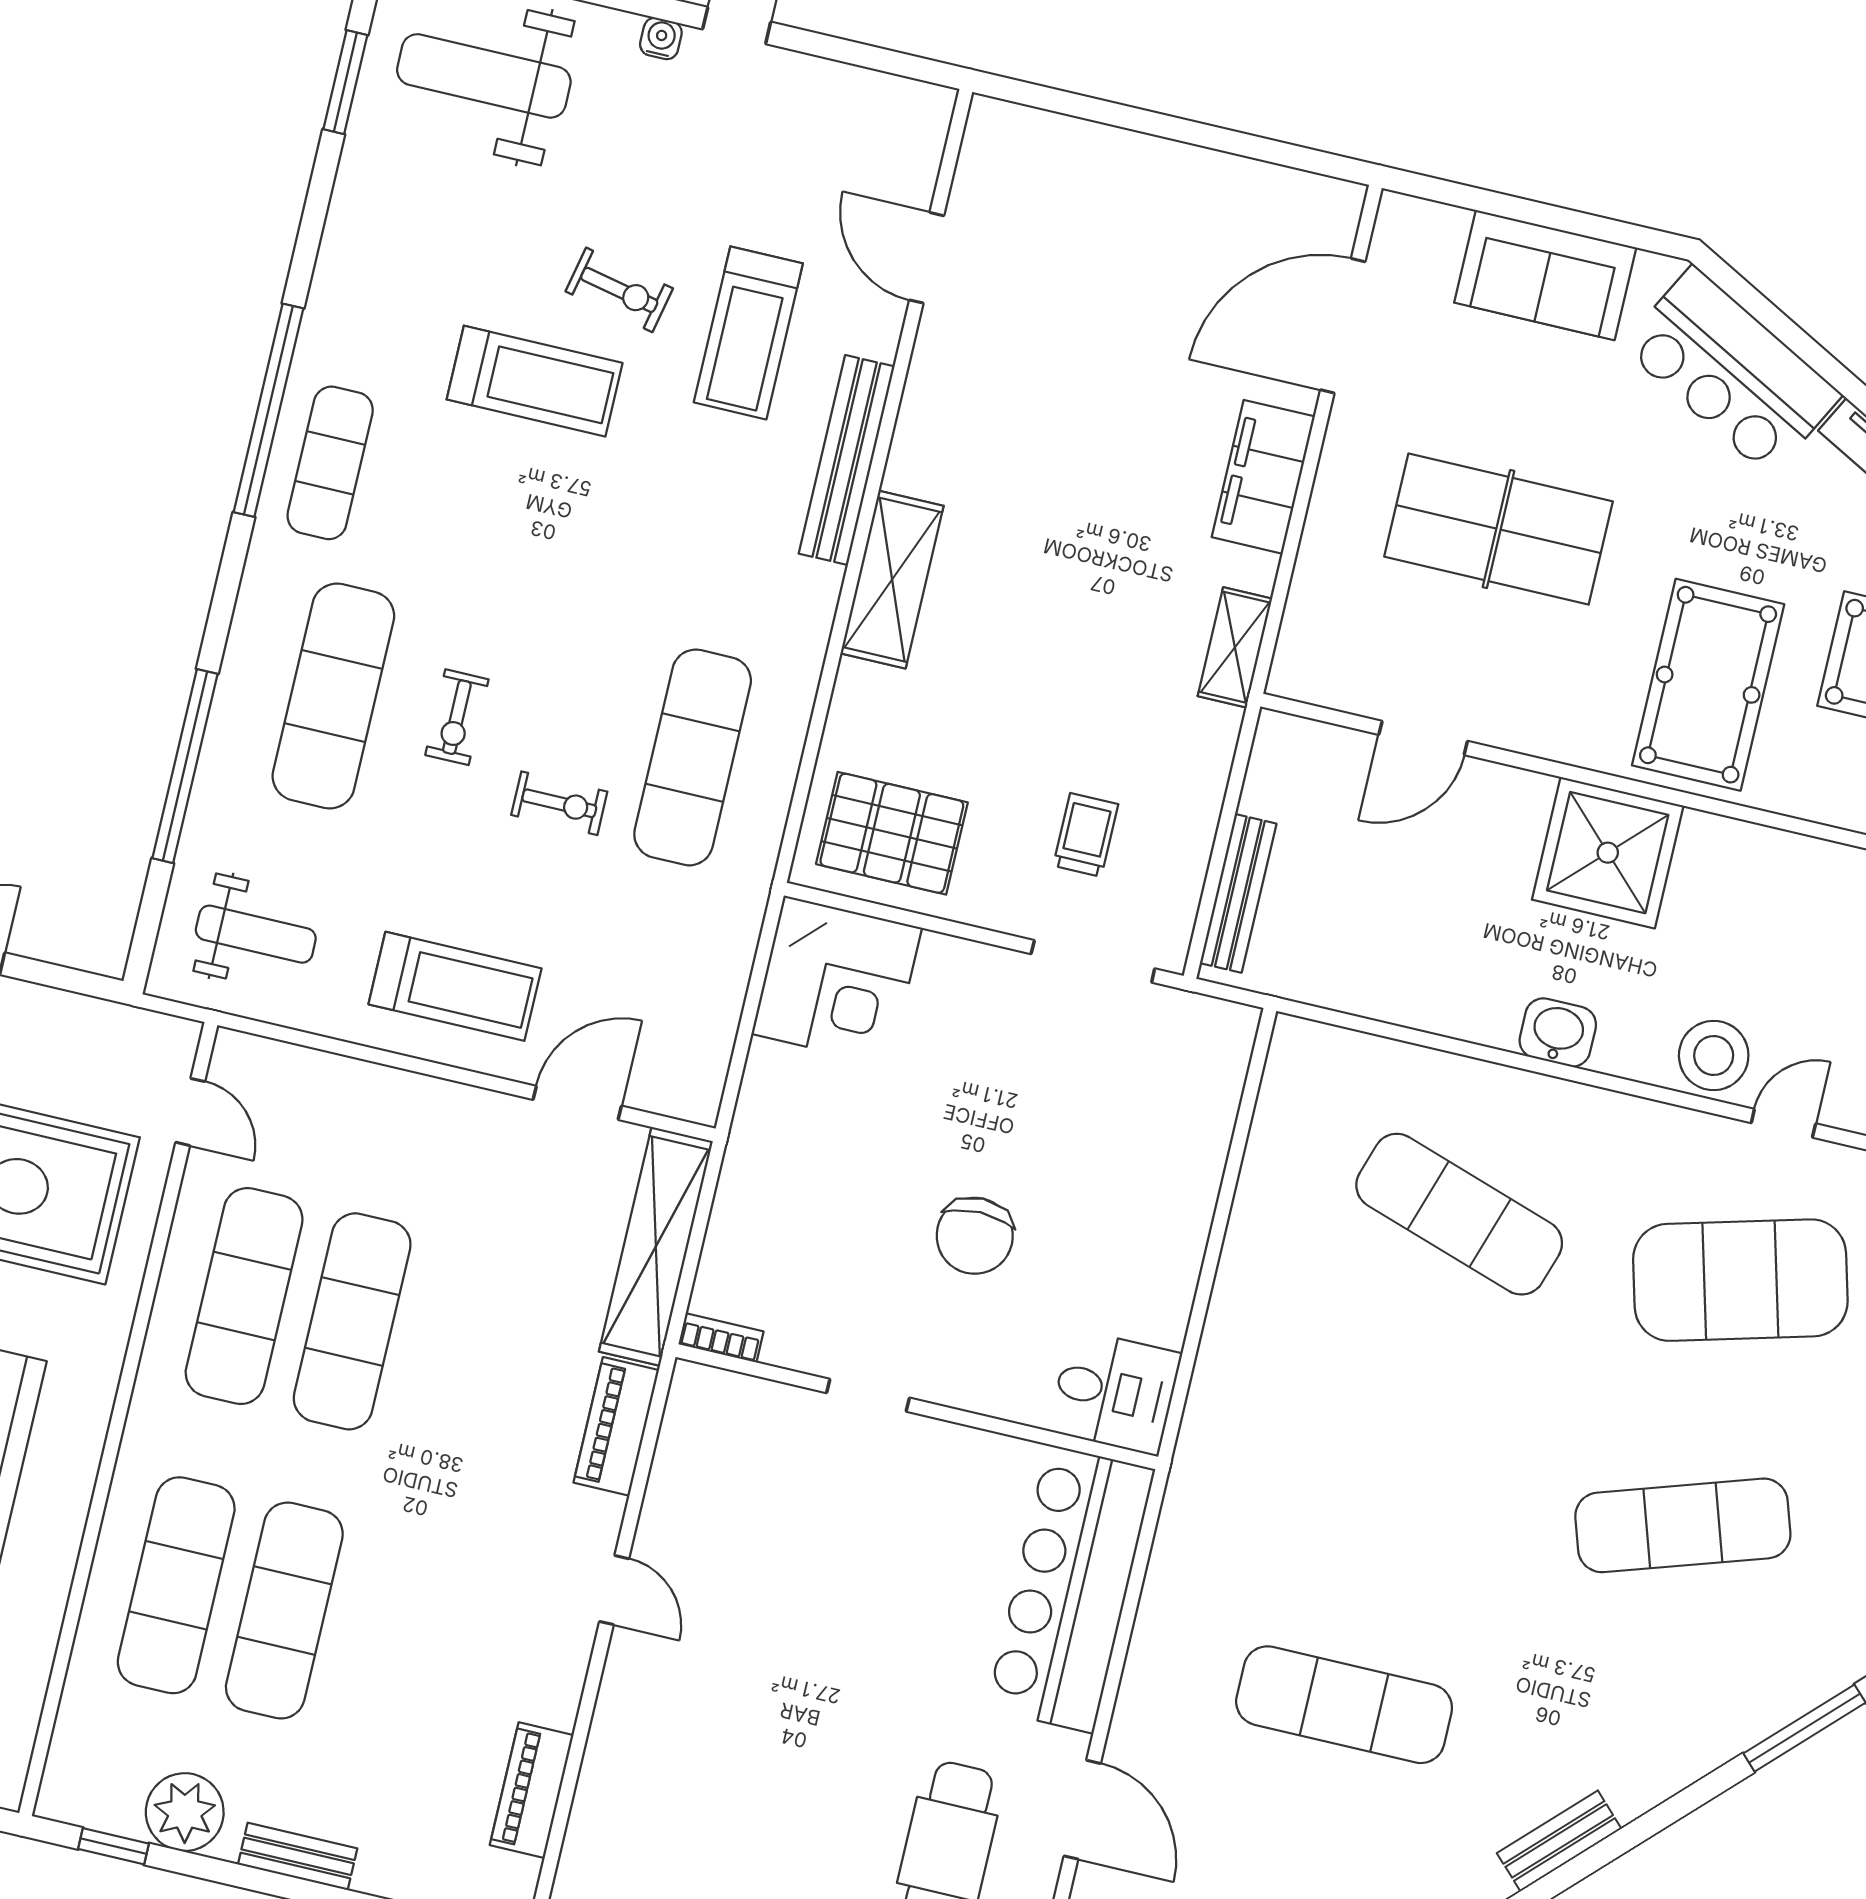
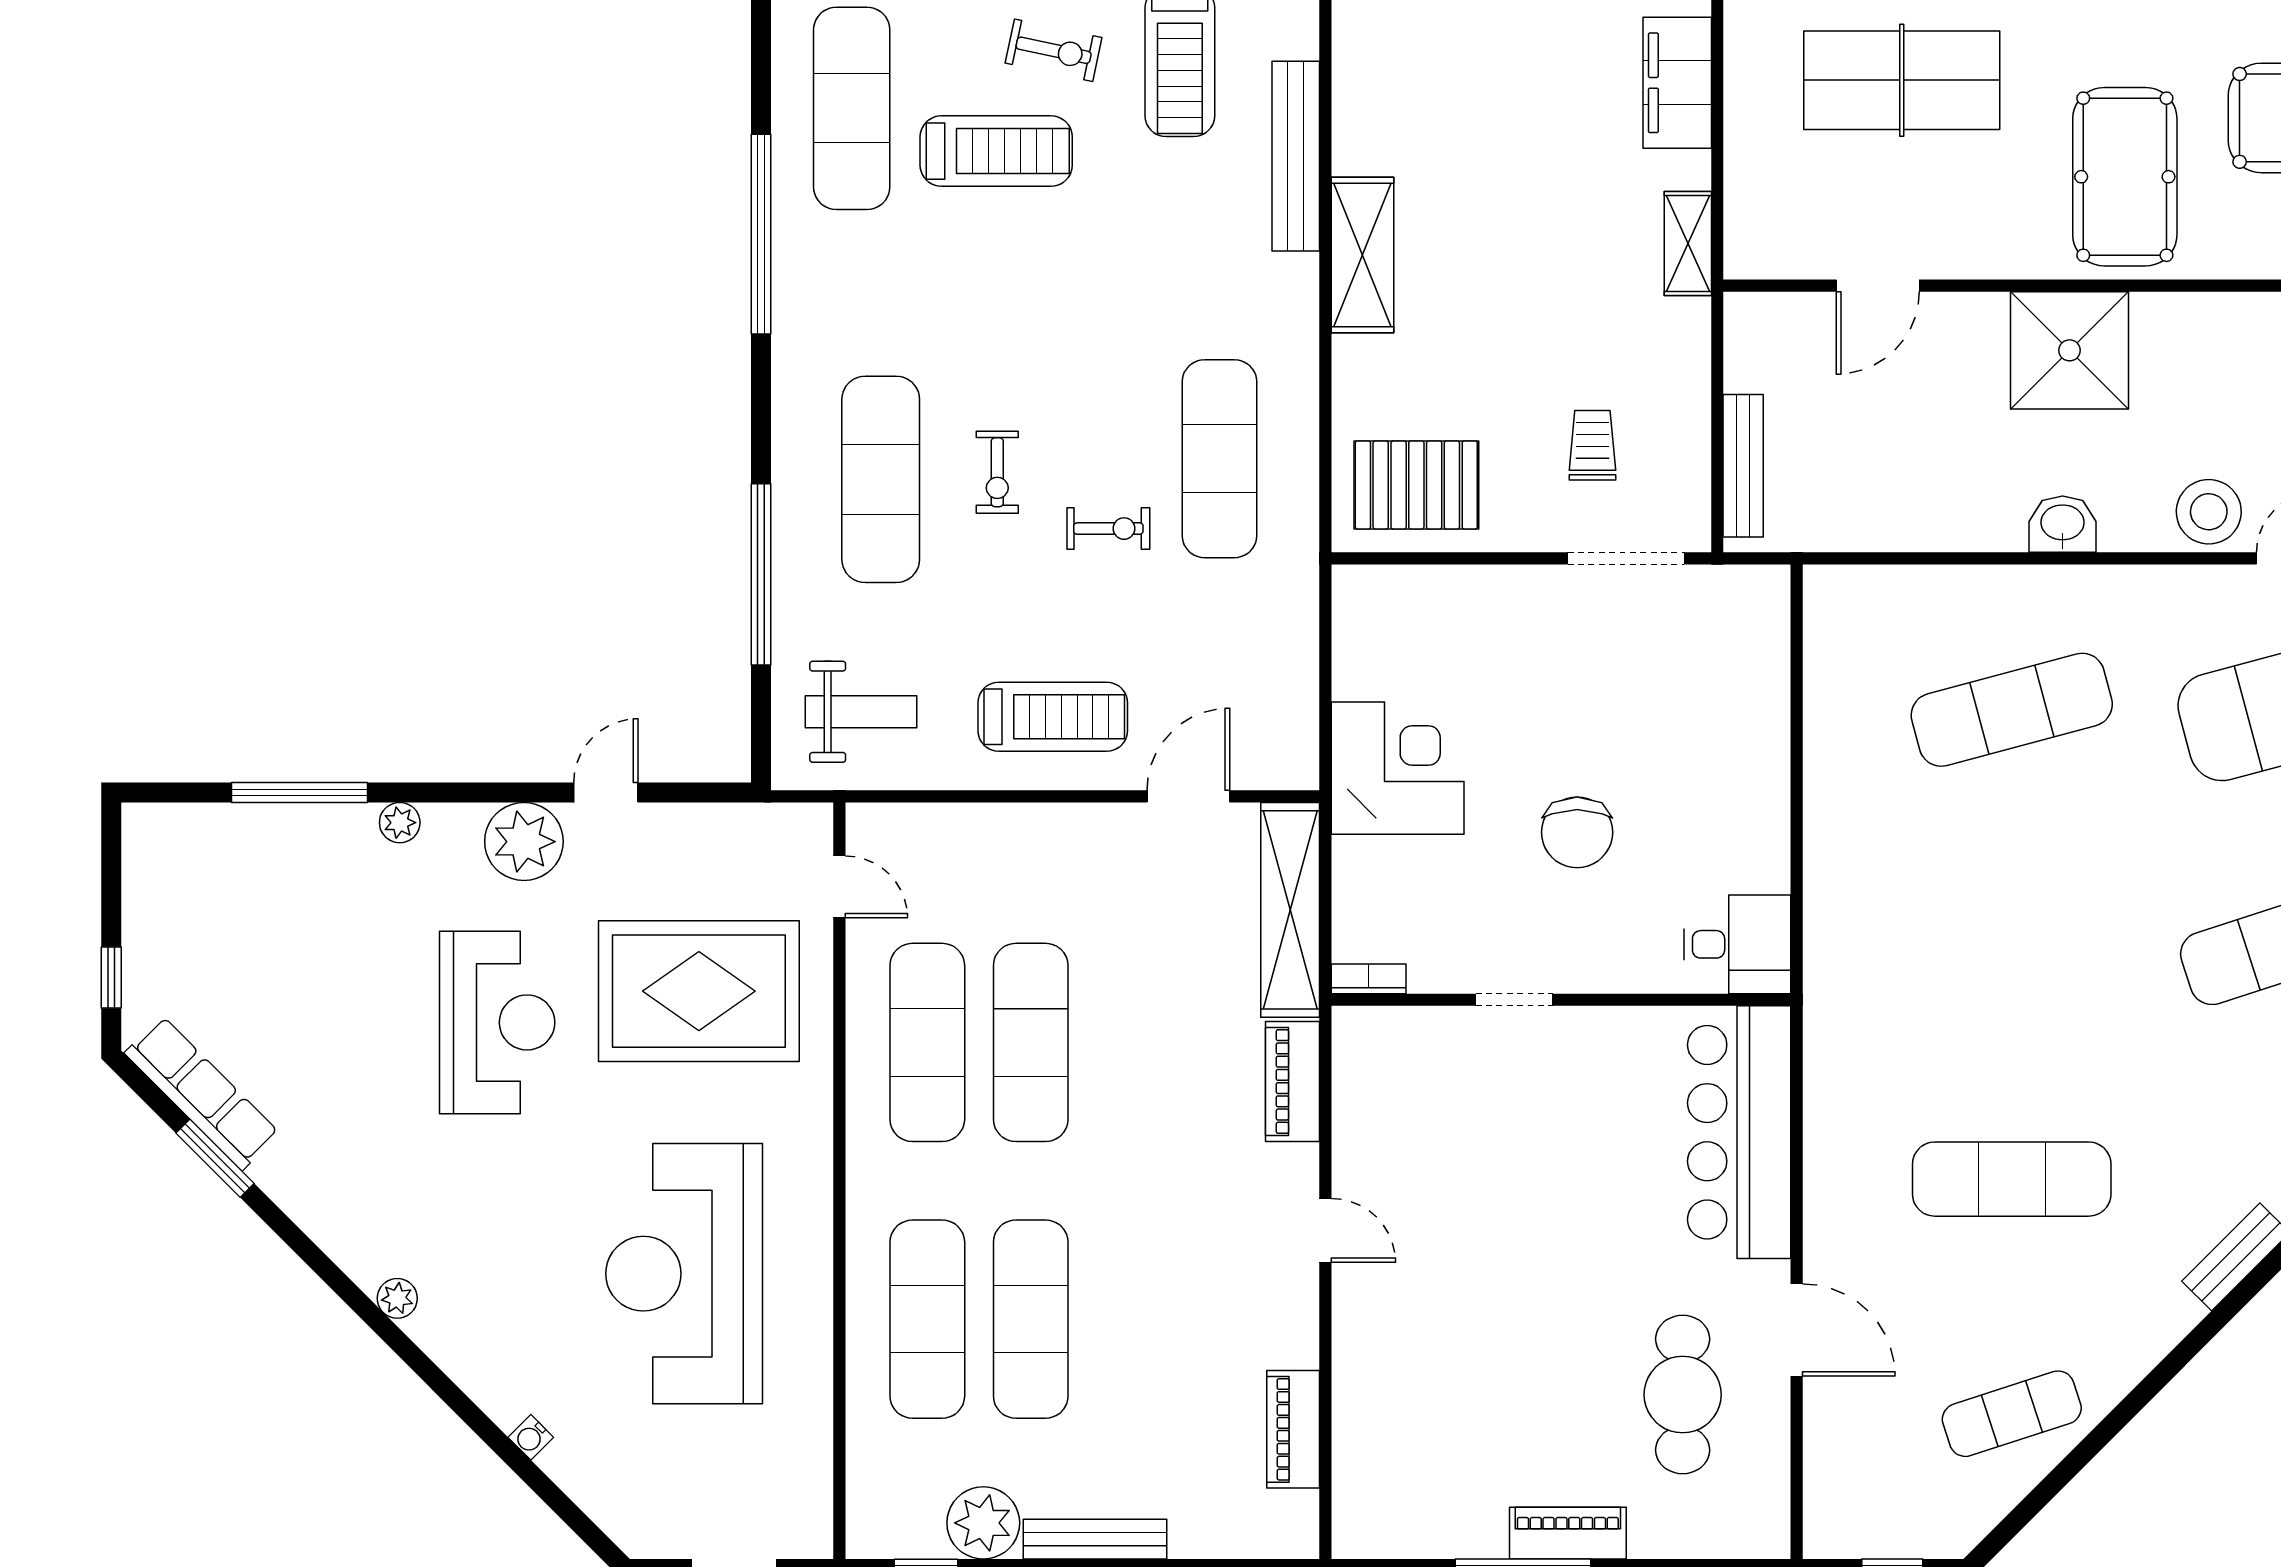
exercise mat: (330, 463) -> (852, 108), moved, width x1.36, depth x1.45
corner desk: (837, 981) -> (1398, 768), moved, turned -90
exercise mat: (1459, 1214) -> (2012, 710), turned -33
bench: (298, 1856) -> (1095, 1539), width x1.36

